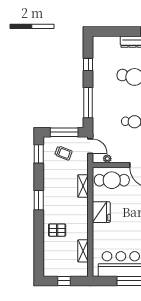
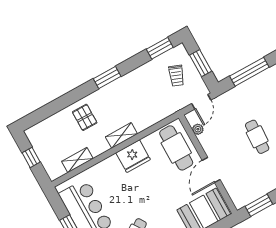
window: (64, 132) -> (201, 63), width x0.69
shelving: (83, 186) -> (121, 135), moved

